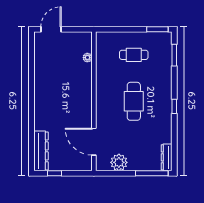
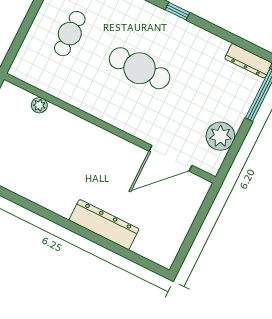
dresser: (41, 151) -> (104, 225), moved
window: (55, 173) -> (189, 241), removed

